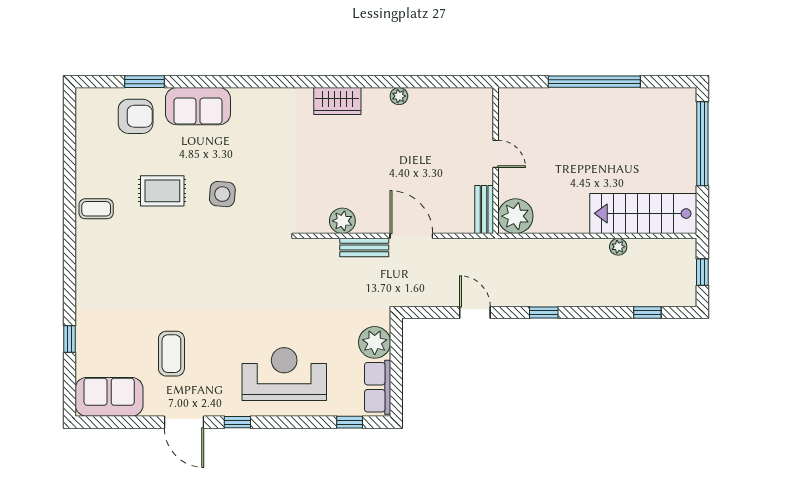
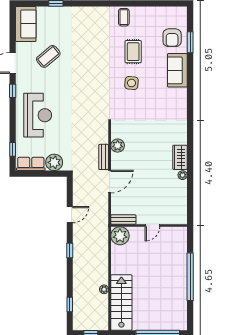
wardrobe: (337, 101) -> (180, 157), moved
coffee table: (171, 354) -> (48, 56), turned -40

